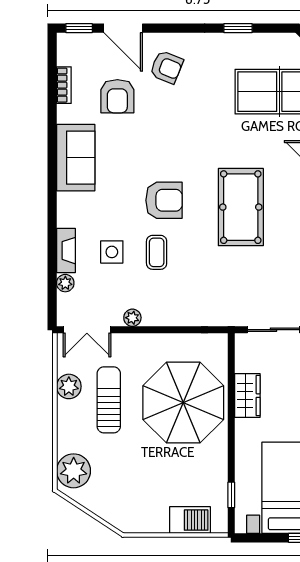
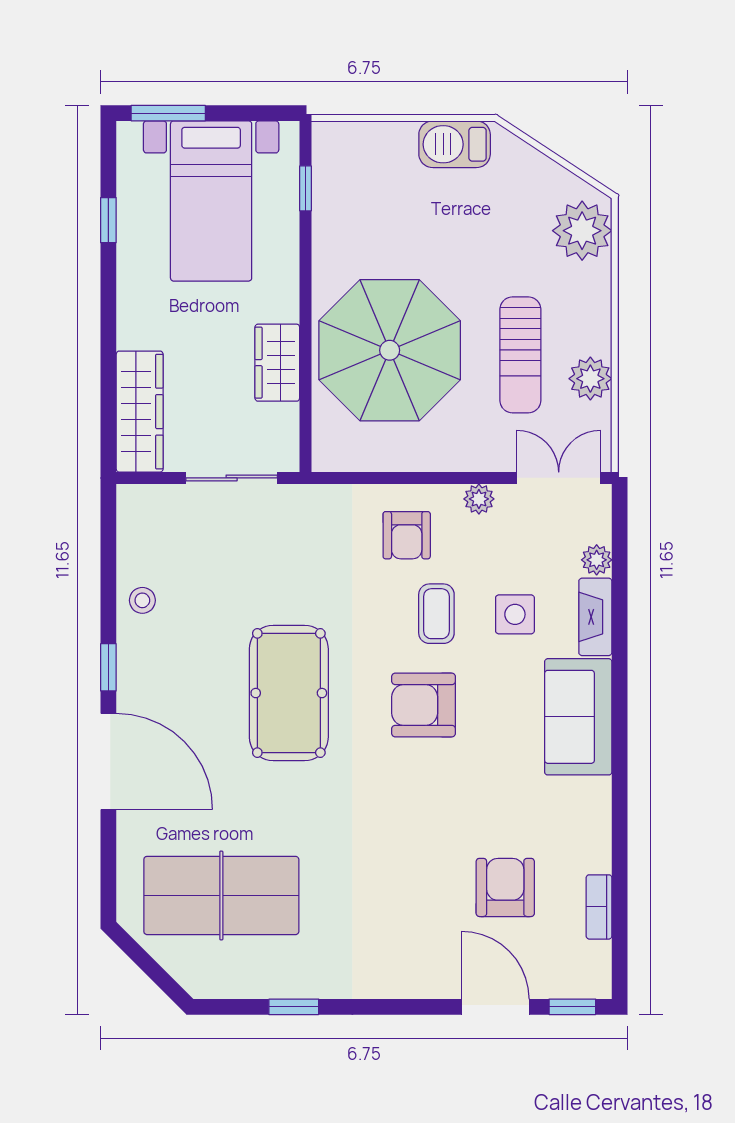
armchair: (166, 67) -> (407, 535), moved, turned -112
sofa: (76, 158) -> (578, 717), moved
barbecue: (190, 520) -> (455, 144), moved

